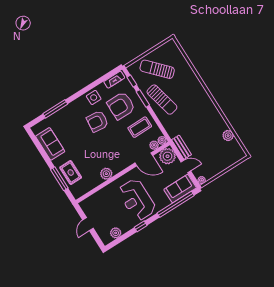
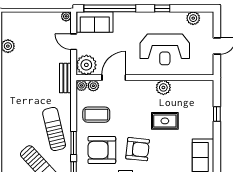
armchair: (121, 106) -> (102, 150), turned 180
bench: (182, 147) -> (65, 78), moved
door: (144, 159) -> (114, 78), hinge flipped
rug: (71, 172) -> (165, 121), moved, turned 90
window: (59, 179) -> (217, 114), width x0.46
reception desk: (137, 200) -> (165, 49), moved, turned 90

